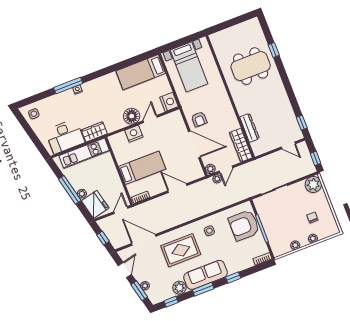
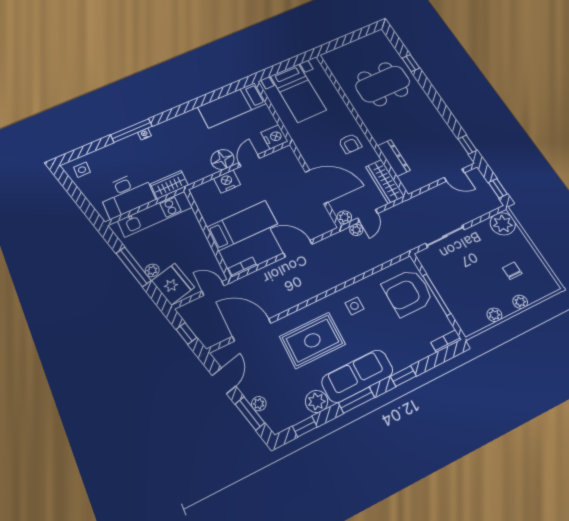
armchair: (199, 119) -> (350, 143), moved
door: (121, 210) -> (213, 288), hinge flipped

